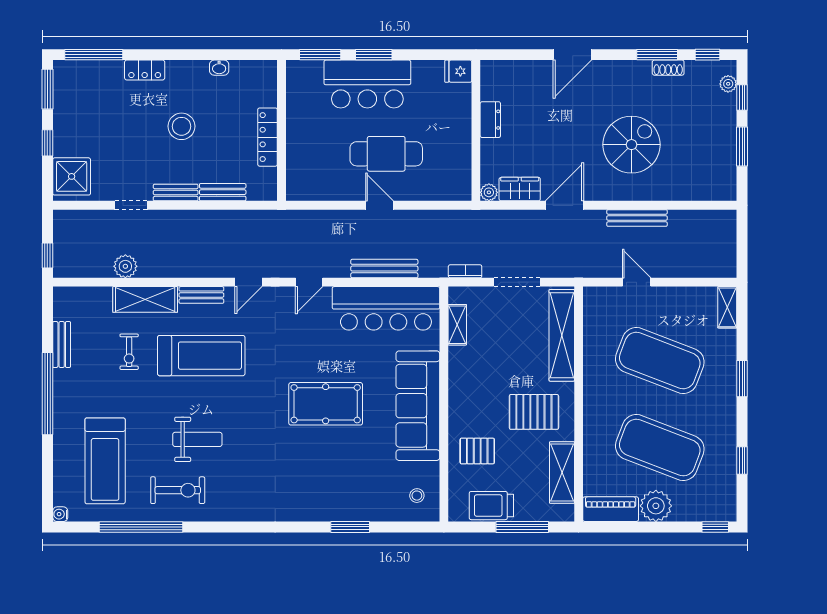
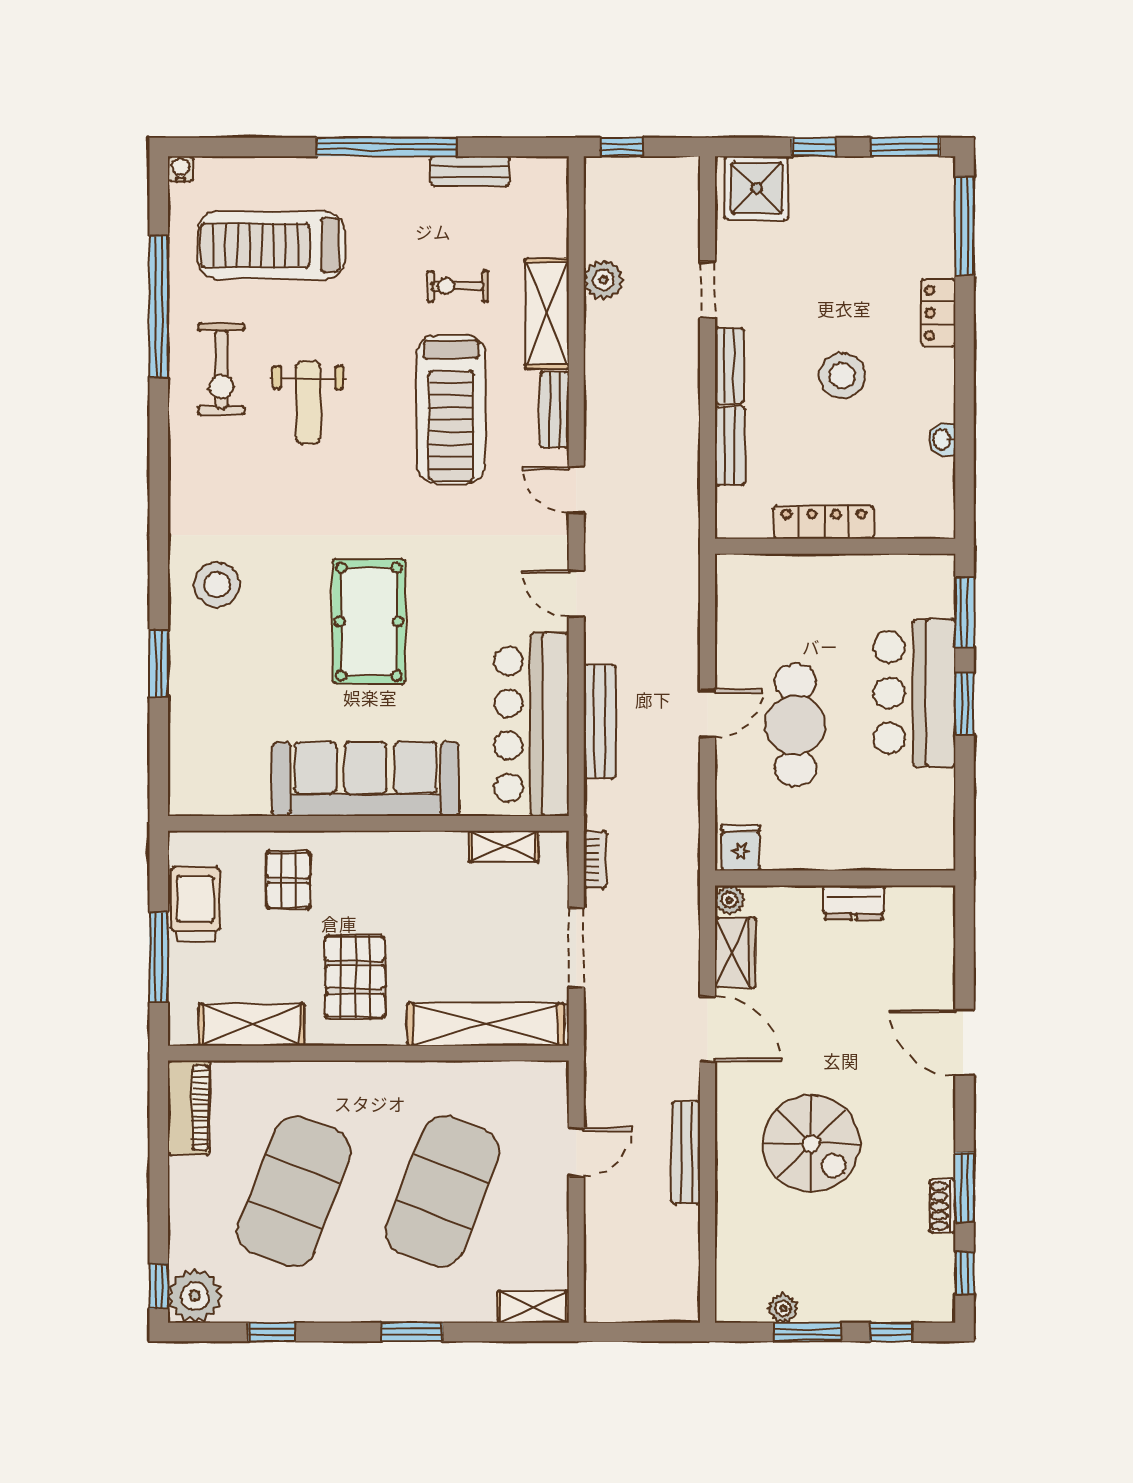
fridge: (458, 71) -> (741, 848), moved
plant: (728, 84) -> (783, 1308), moved
stool: (417, 496) -> (217, 585), moved, width x1.89, depth x1.89
plant: (656, 506) -> (195, 1296), moved

